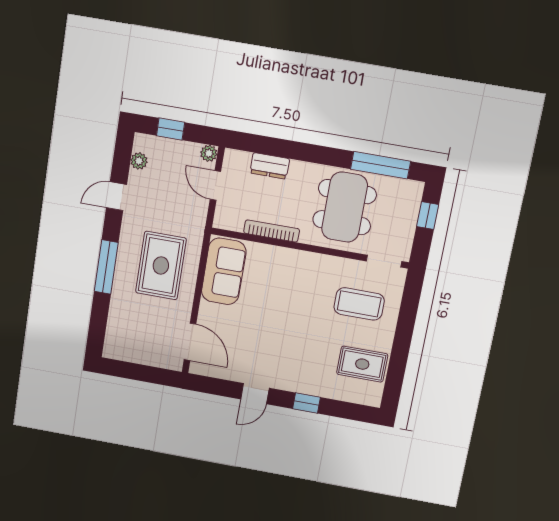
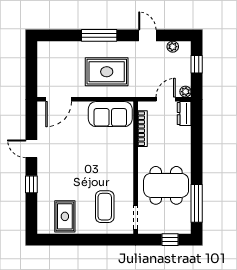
dresser: (270, 166) -> (184, 114), moved
bookcase: (272, 231) -> (142, 129), moved

